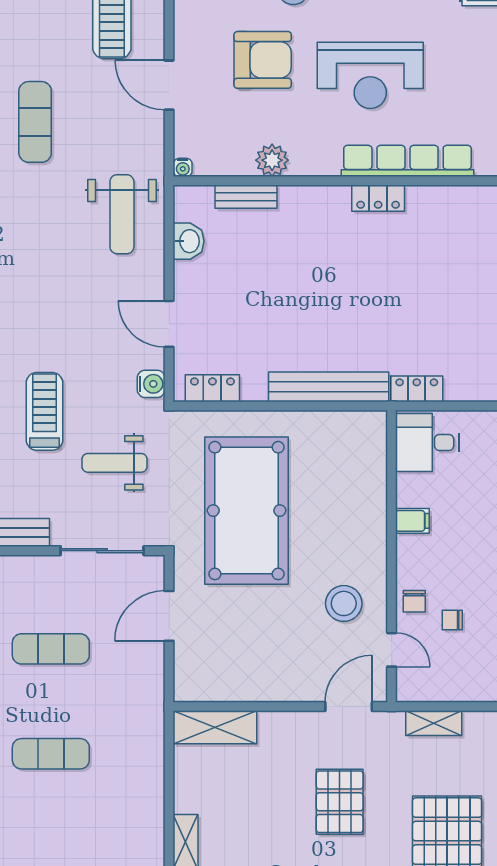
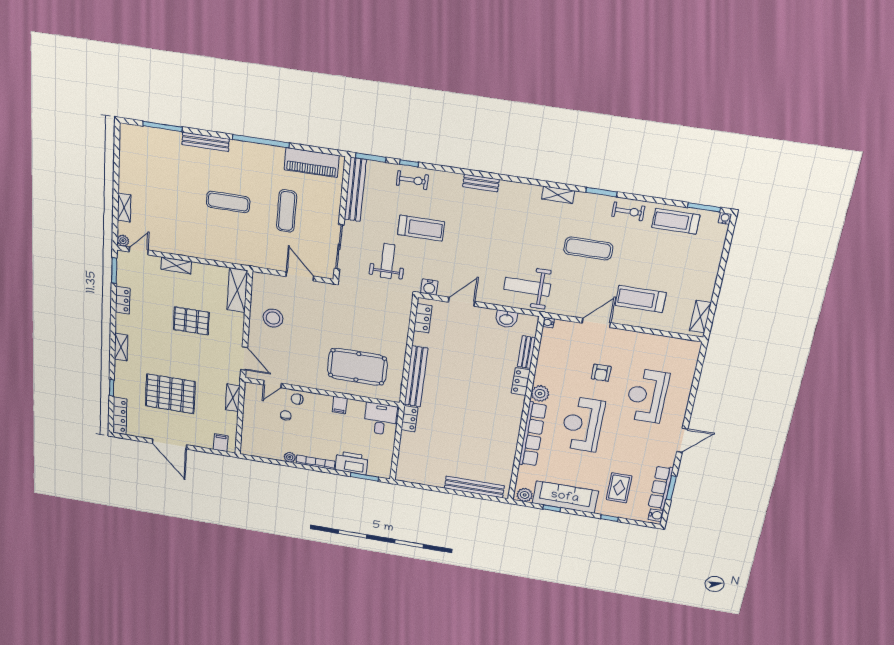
armchair: (263, 60) -> (601, 373), width x0.53, depth x0.53
plant: (272, 160) -> (540, 394), moved
locker: (378, 198) -> (521, 382), moved
pool table: (247, 511) -> (357, 367), moved, width x0.73, depth x0.76
stool: (344, 603) -> (273, 318), moved
exercise mat: (51, 754) -> (228, 202), turned 90
pallet: (340, 802) -> (191, 321), moved

